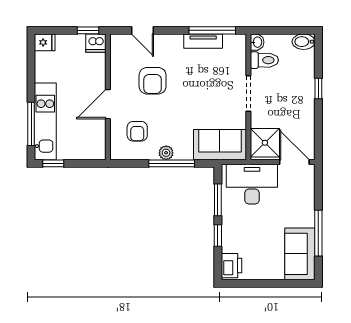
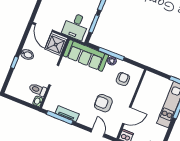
bidet: (304, 42) -> (27, 54), moved
armchair: (153, 81) -> (103, 103), turned -90
door: (108, 104) -> (127, 115), moved
sofa: (220, 145) -> (86, 55), width x1.36
desk: (252, 184) -> (76, 26), width x0.73

